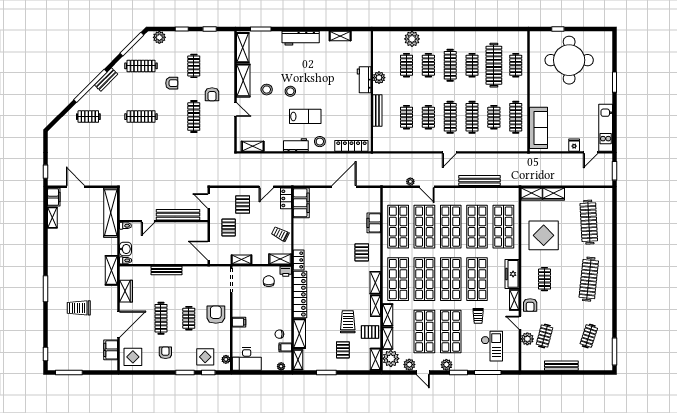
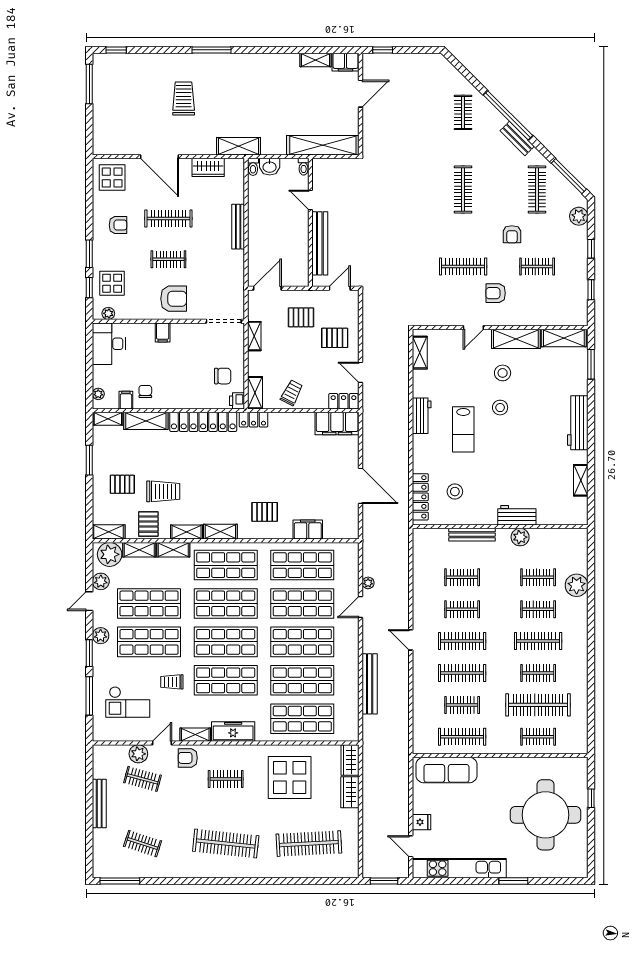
kitchen unit: (606, 128) -> (459, 868), width x1.36
stool: (320, 142) -> (455, 492), moved
filing cabinet: (111, 350) -> (122, 145), removed

